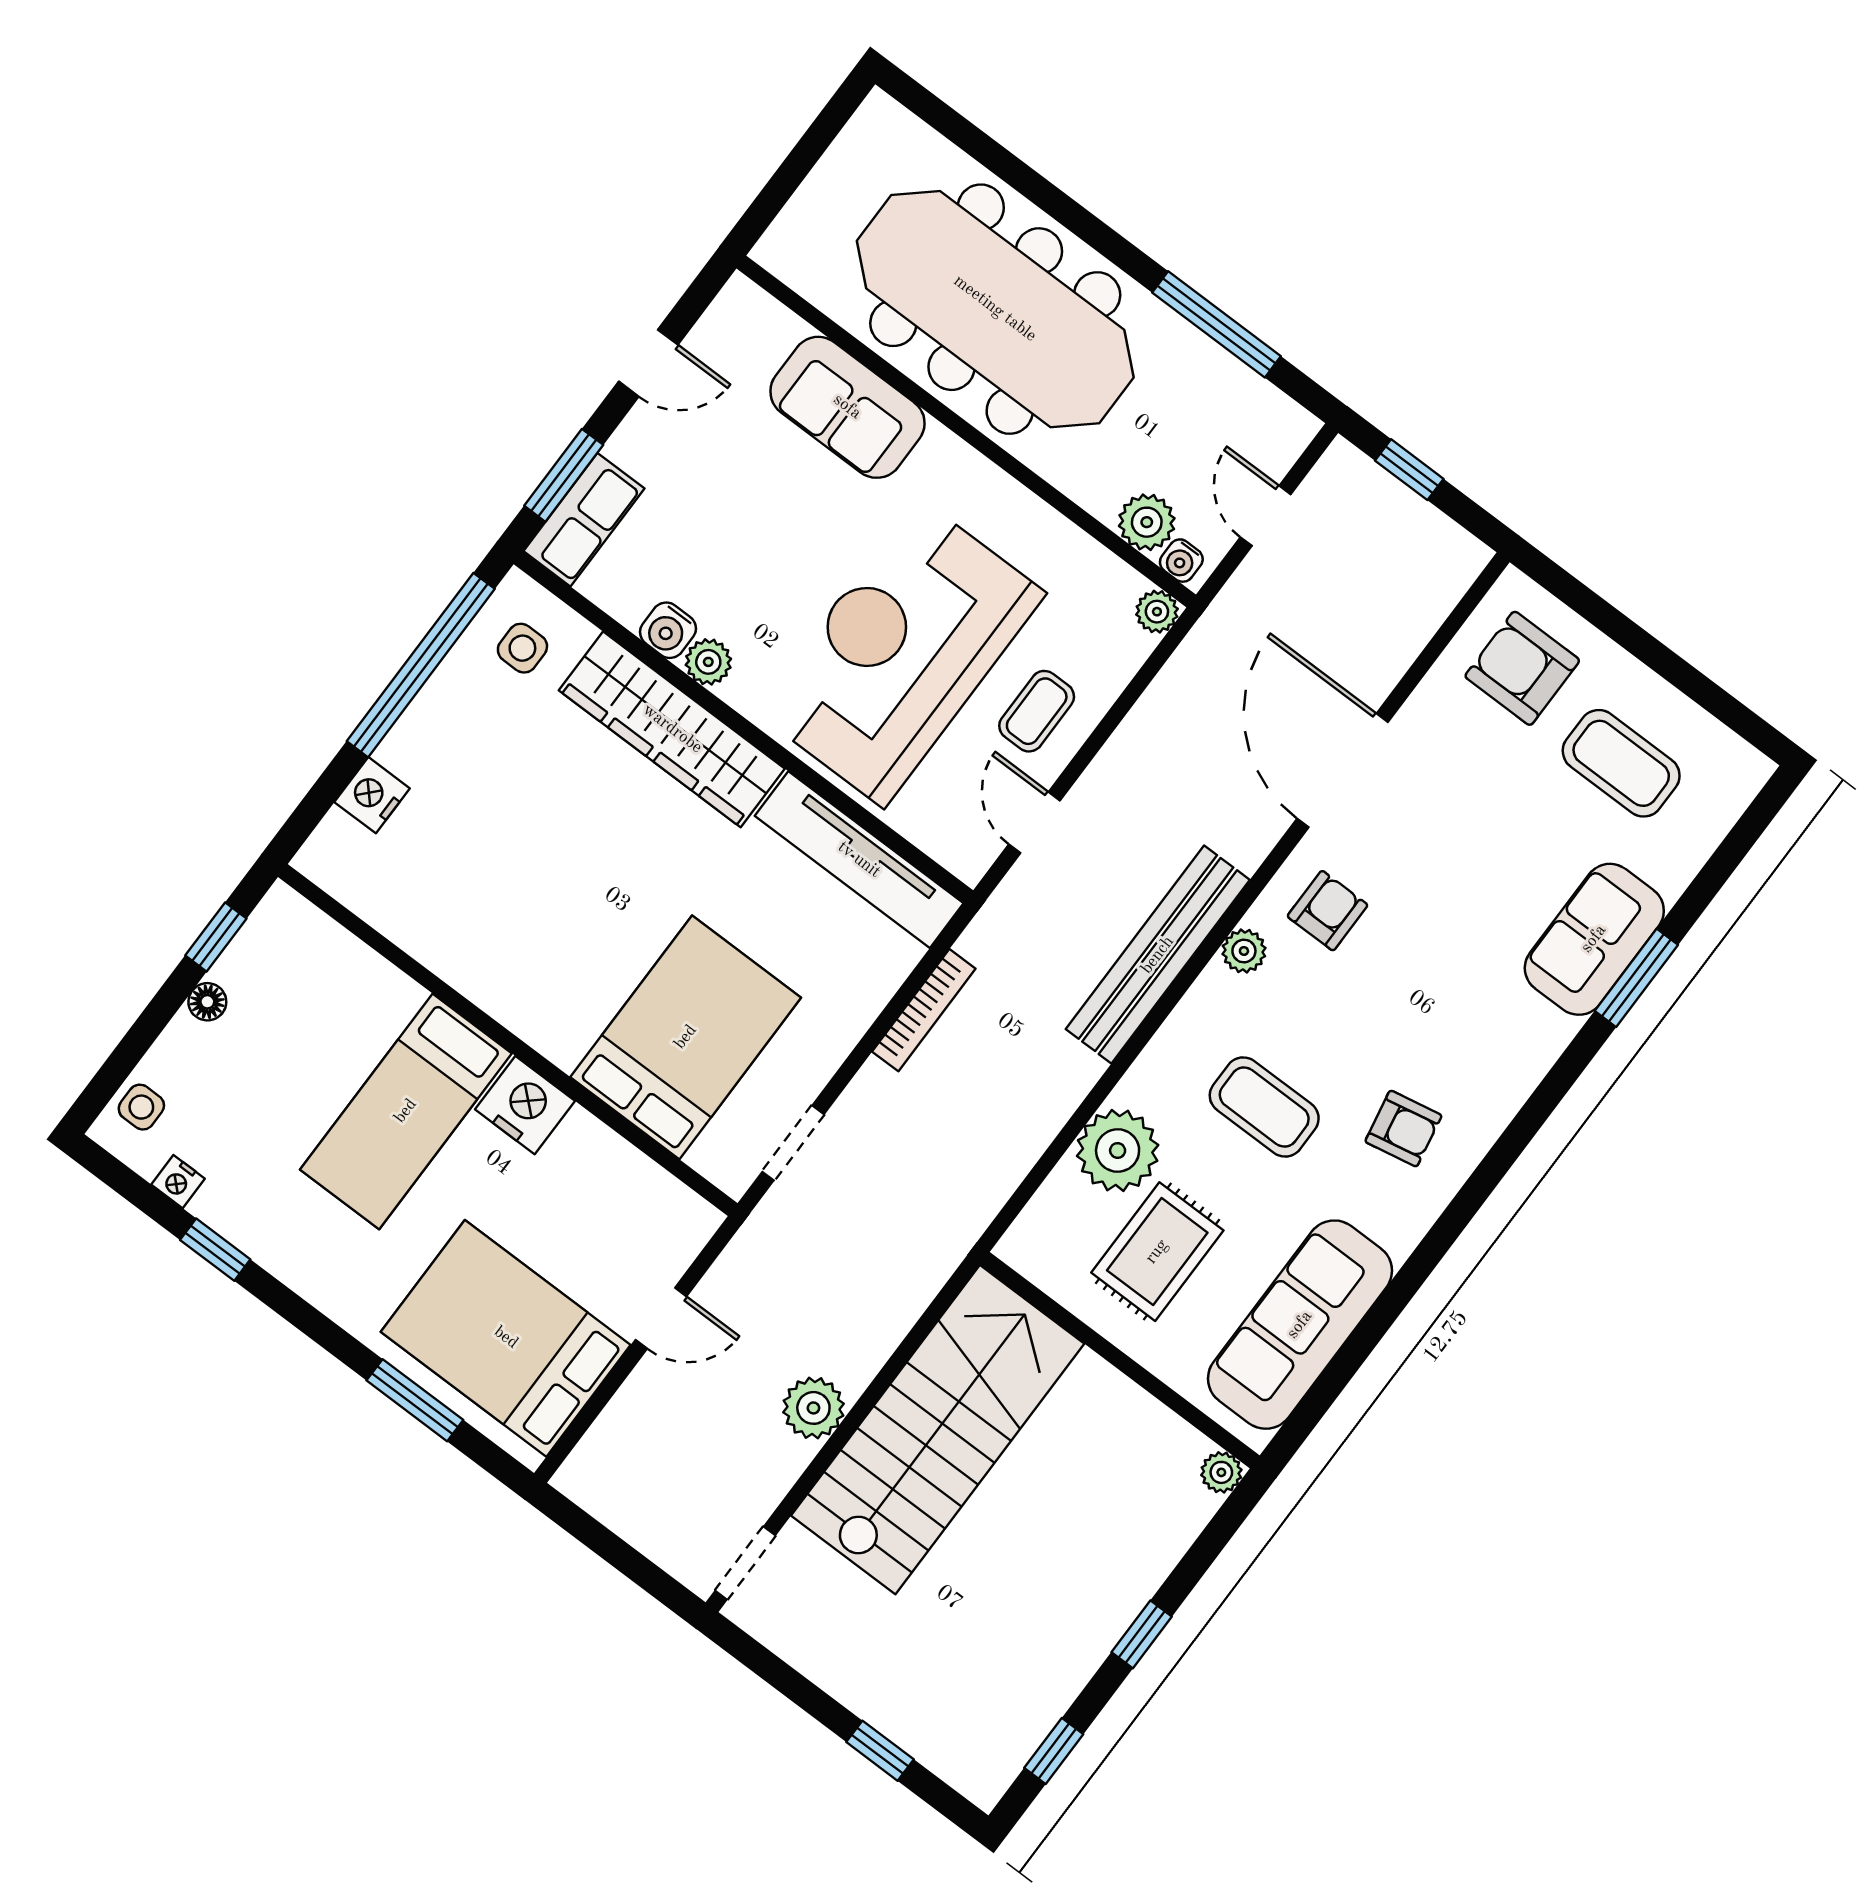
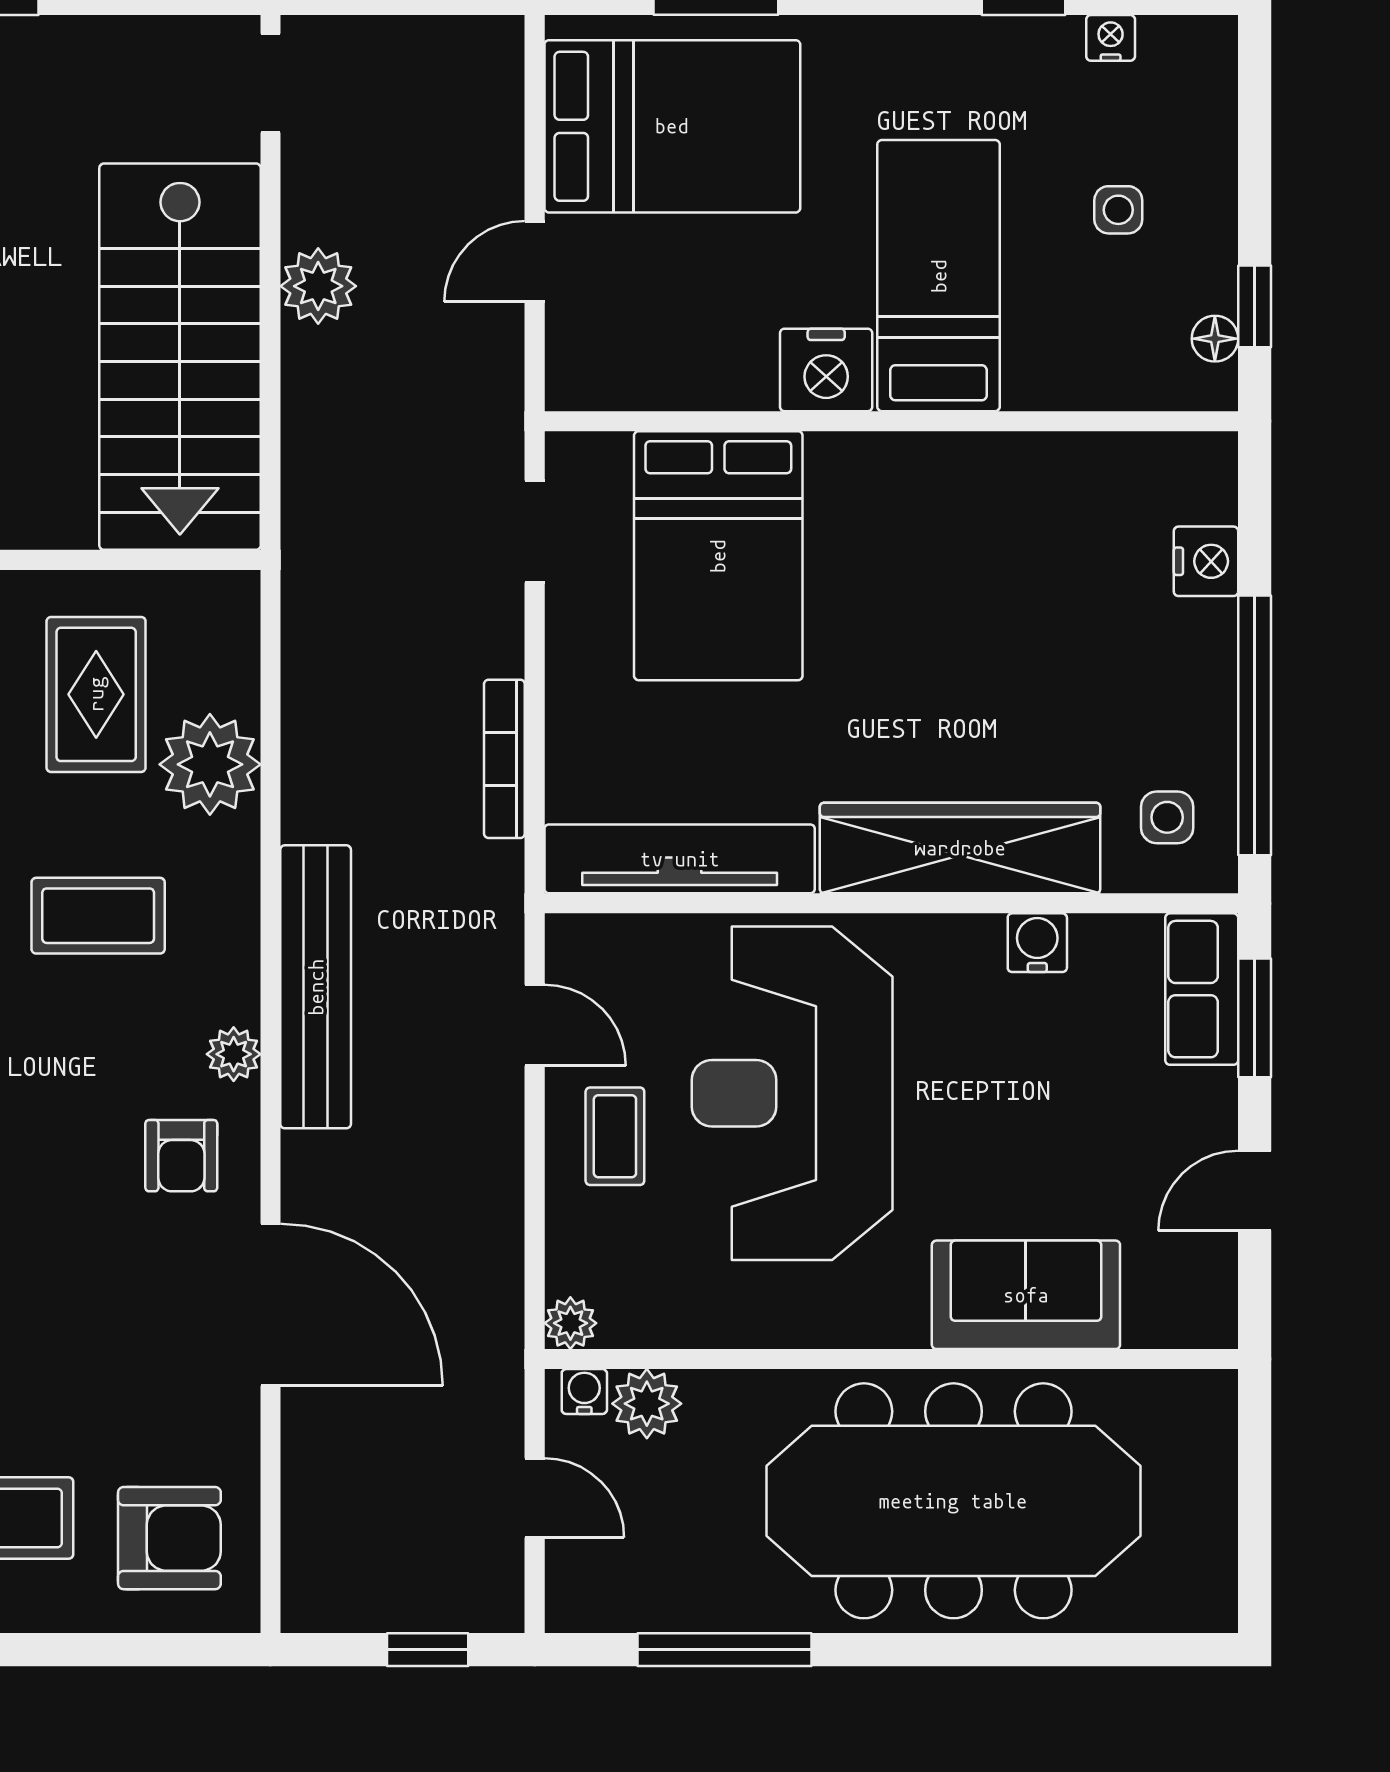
reception desk: (901, 652) -> (792, 1093), turned 180
plant: (708, 662) -> (974, 941), removed
floor lamp: (207, 1002) -> (1215, 339), moved
side table: (141, 1107) -> (1118, 210), moved

